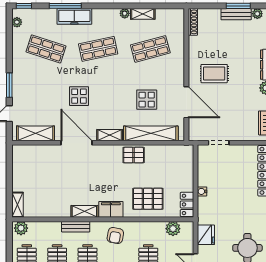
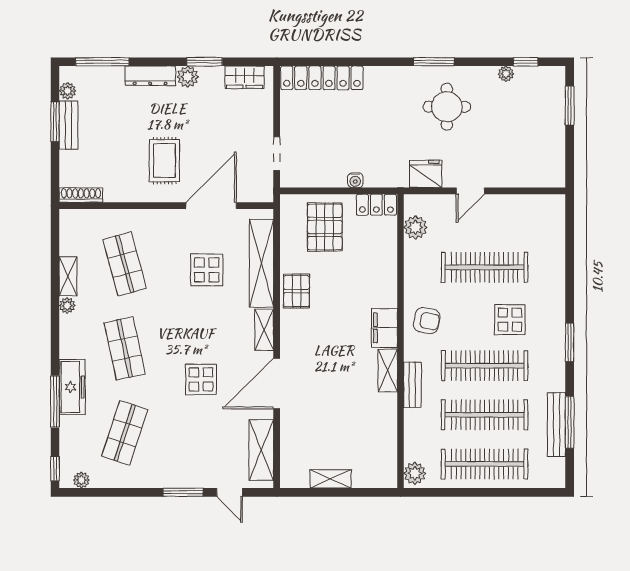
pallet: (148, 199) -> (325, 227), moved
shelving: (18, 205) -> (331, 479), moved

